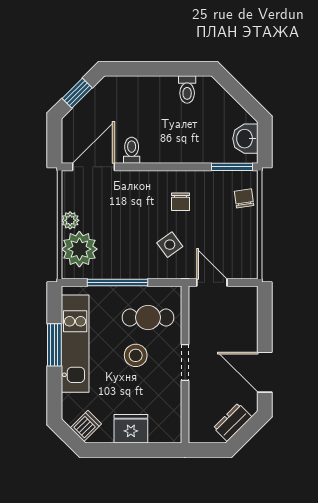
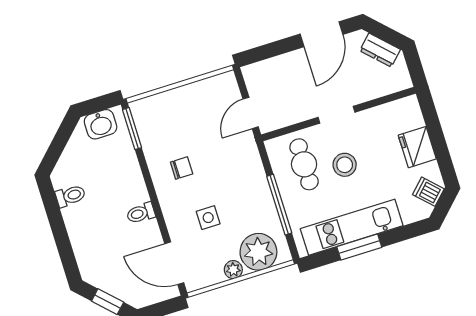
toilet: (132, 150) -> (141, 213), moved
chair: (244, 198) -> (159, 107), removed
side table: (170, 245) -> (208, 218), moved, turned 36

